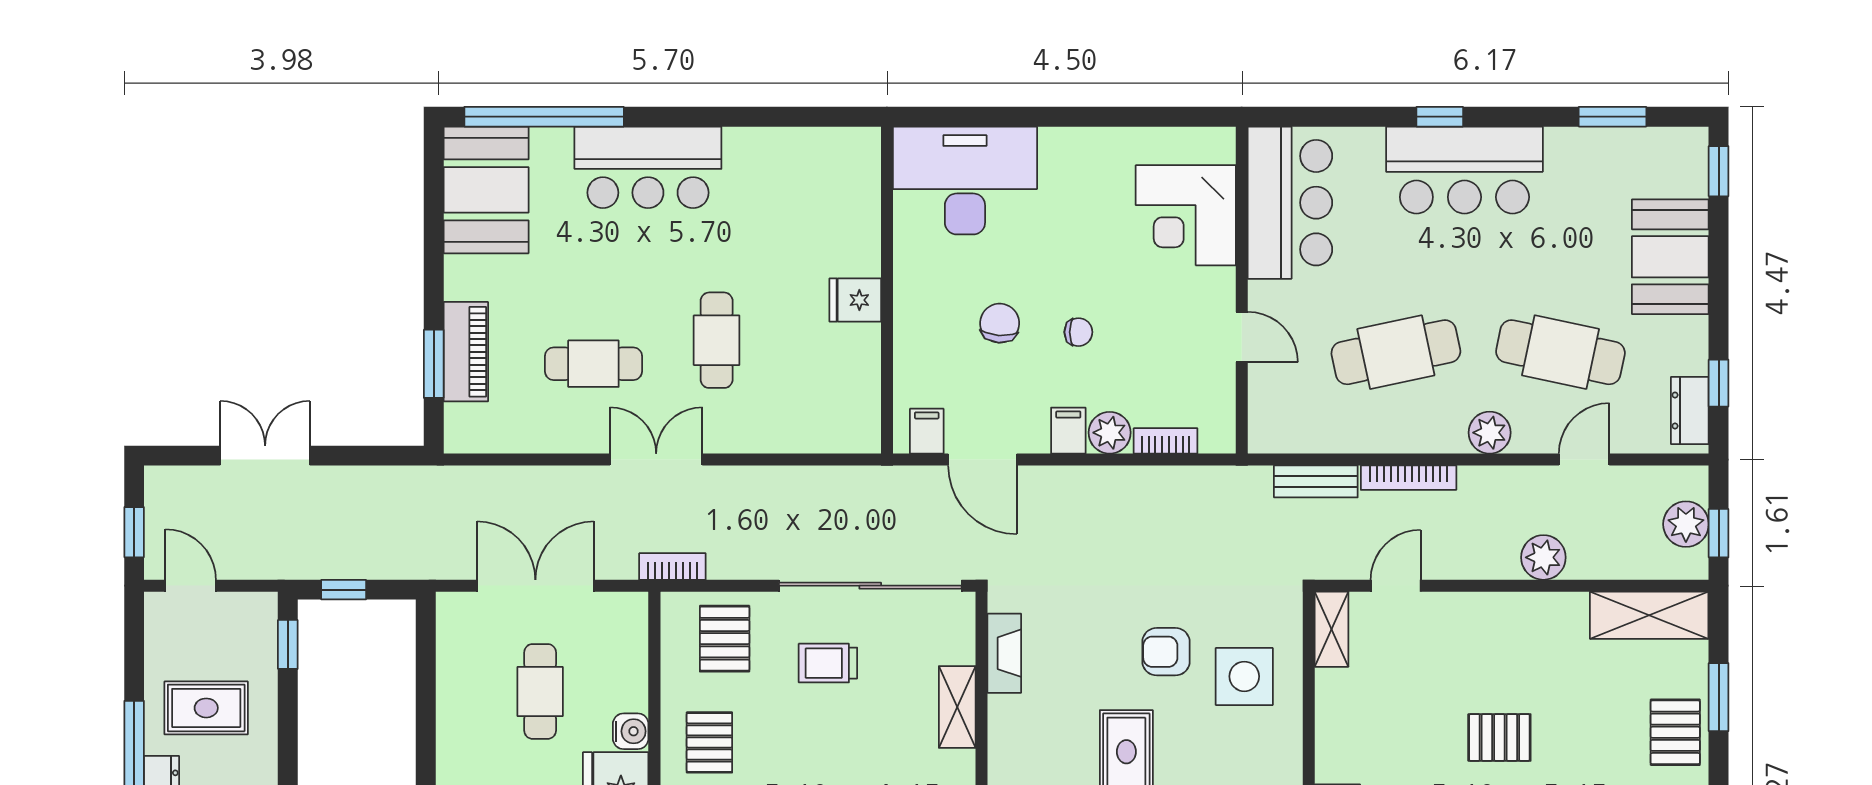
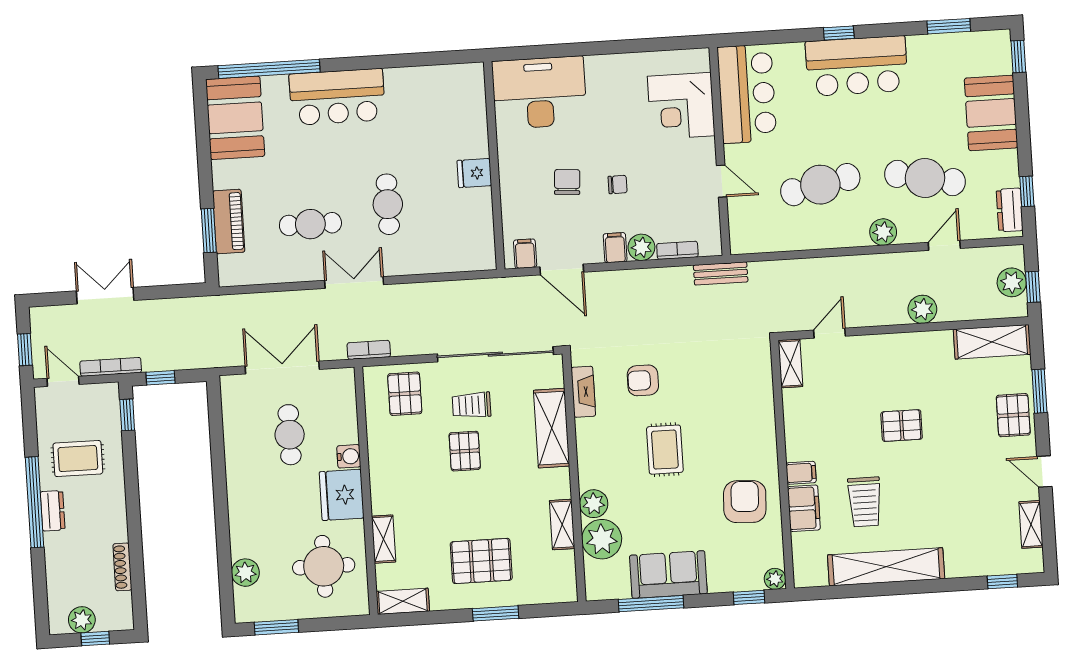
bookcase: (1409, 478) -> (111, 367), moved, turned 180
bench: (1316, 481) -> (721, 273), moved
armchair: (1166, 652) -> (643, 380), moved
side table: (1244, 676) -> (737, 397), removed
shelving: (957, 707) -> (552, 428), width x1.50, depth x1.33
pallet: (709, 742) -> (465, 451), moved

